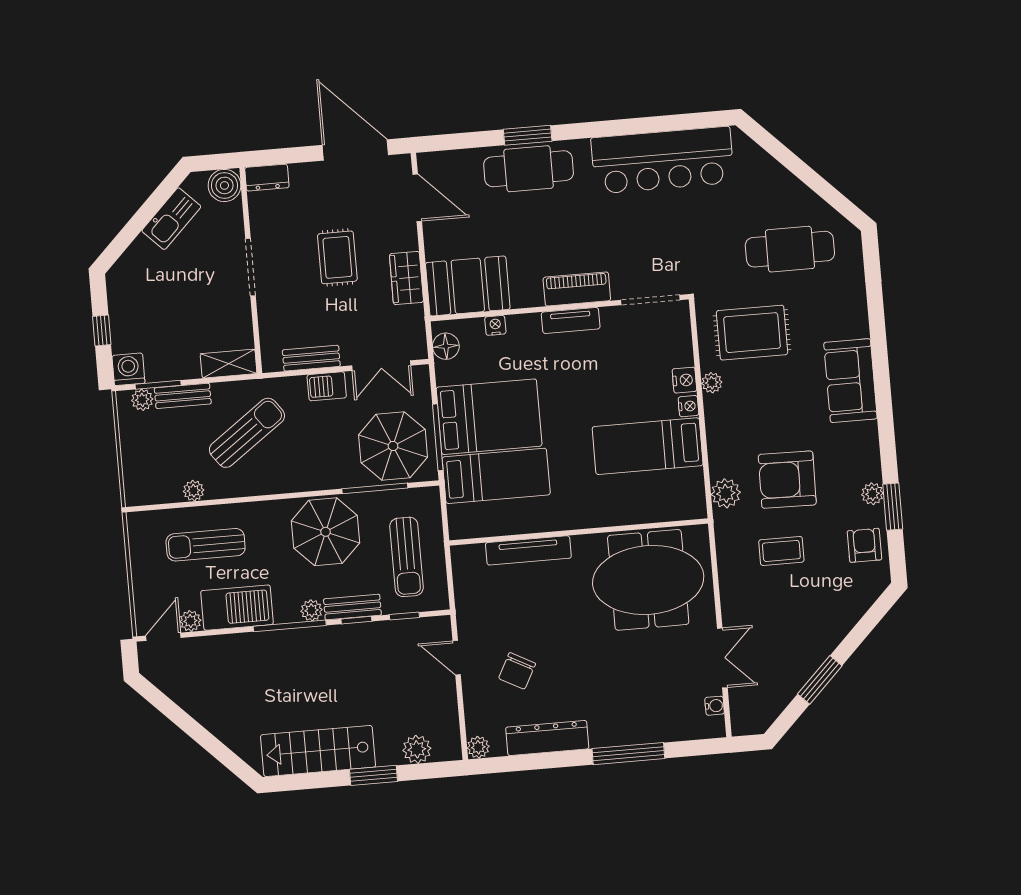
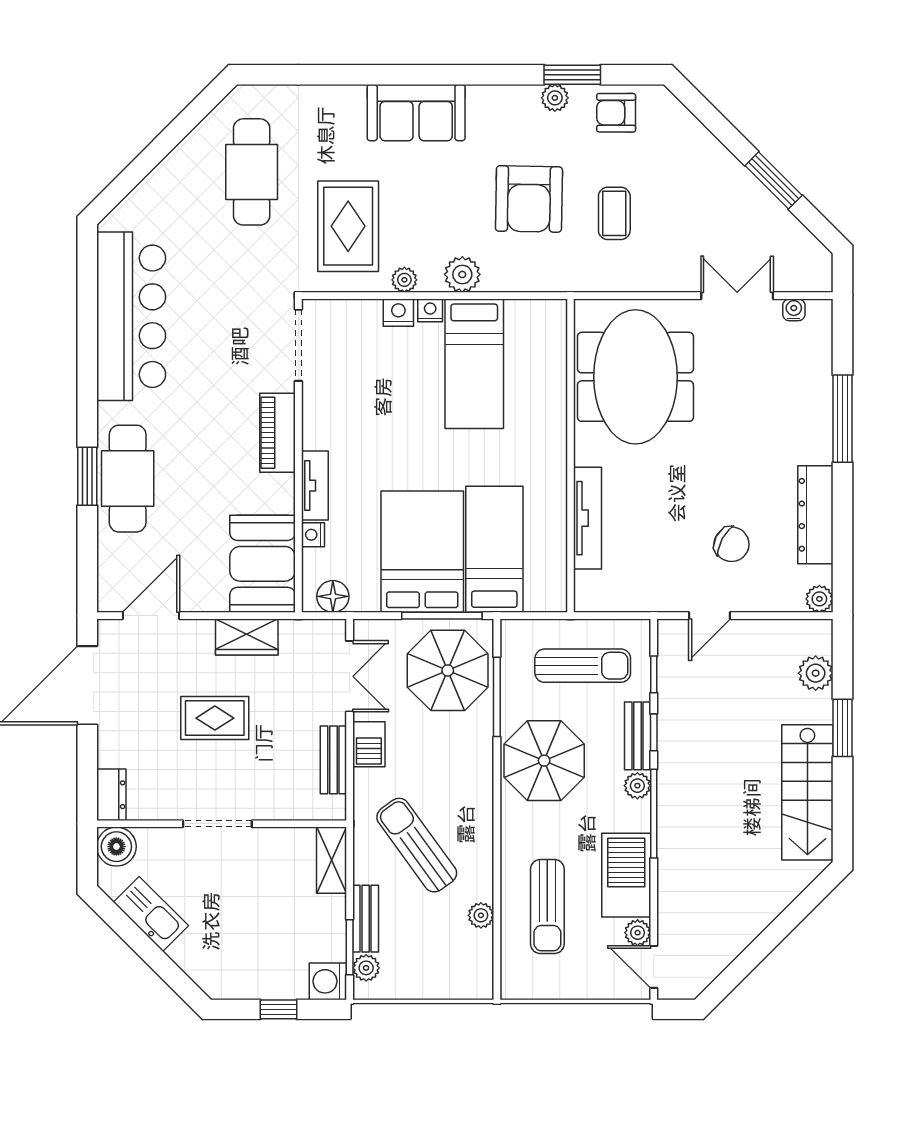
tv unit: (571, 320) -> (315, 486), moved
plant: (726, 493) -> (462, 274), moved

